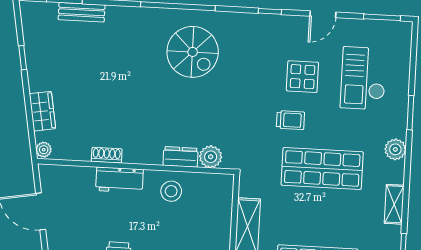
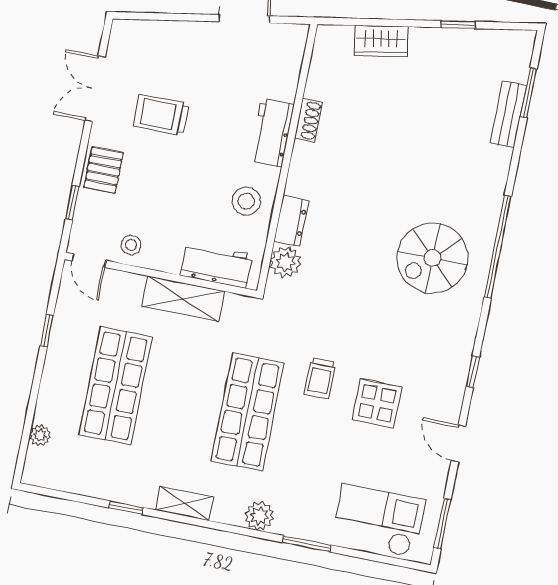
checkout: (363, 78) -> (379, 521), moved
plant: (44, 150) -> (328, 35), removed
workbench: (220, 206) -> (217, 265), added

